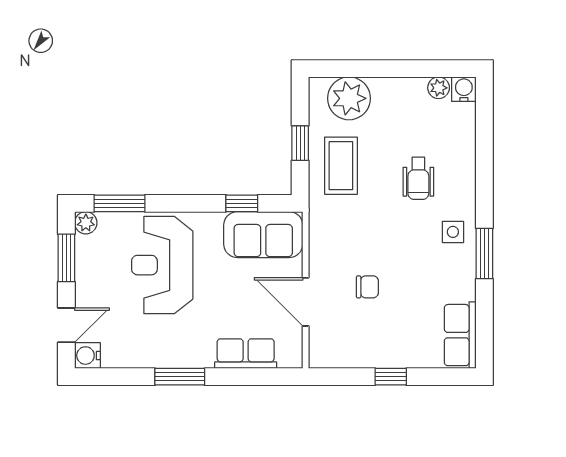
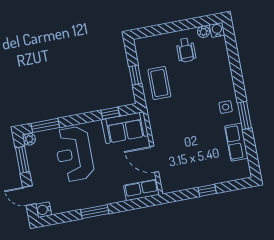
plant: (349, 98) -> (157, 46), removed
wheelchair: (418, 178) -> (186, 50), moved
chair: (367, 287) -> (186, 145), removed
door: (66, 325) -> (29, 196), swing flipped
row of seats: (460, 335) -> (236, 142), moved
row of seats: (246, 354) -> (142, 190), moved

